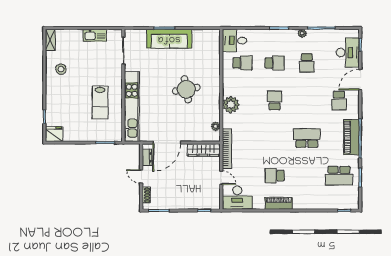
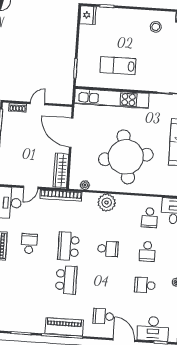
round table: (186, 89) -> (126, 157), width x1.86, depth x1.86
dresser: (147, 157) -> (57, 111), removed
school desk: (339, 176) -> (68, 246), moved

